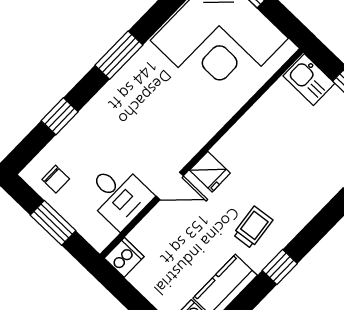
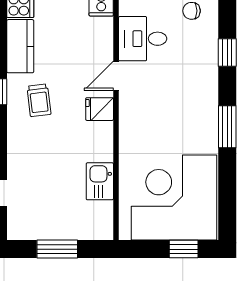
kitchen sink: (309, 80) -> (100, 181), moved, turned -90

